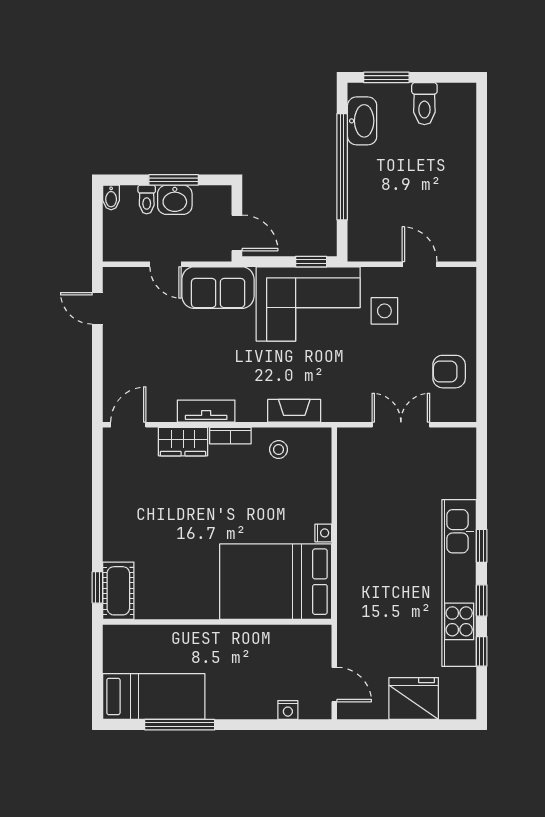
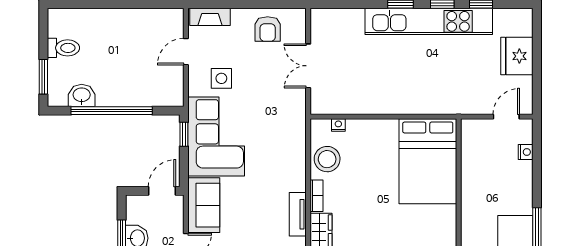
washbasin: (362, 121) -> (82, 95), width x0.72
fireplace: (294, 411) -> (210, 17), moved, turned -90
stool: (279, 450) -> (327, 159), width x1.89, depth x1.89
nightstand: (323, 533) -> (338, 125), moved

